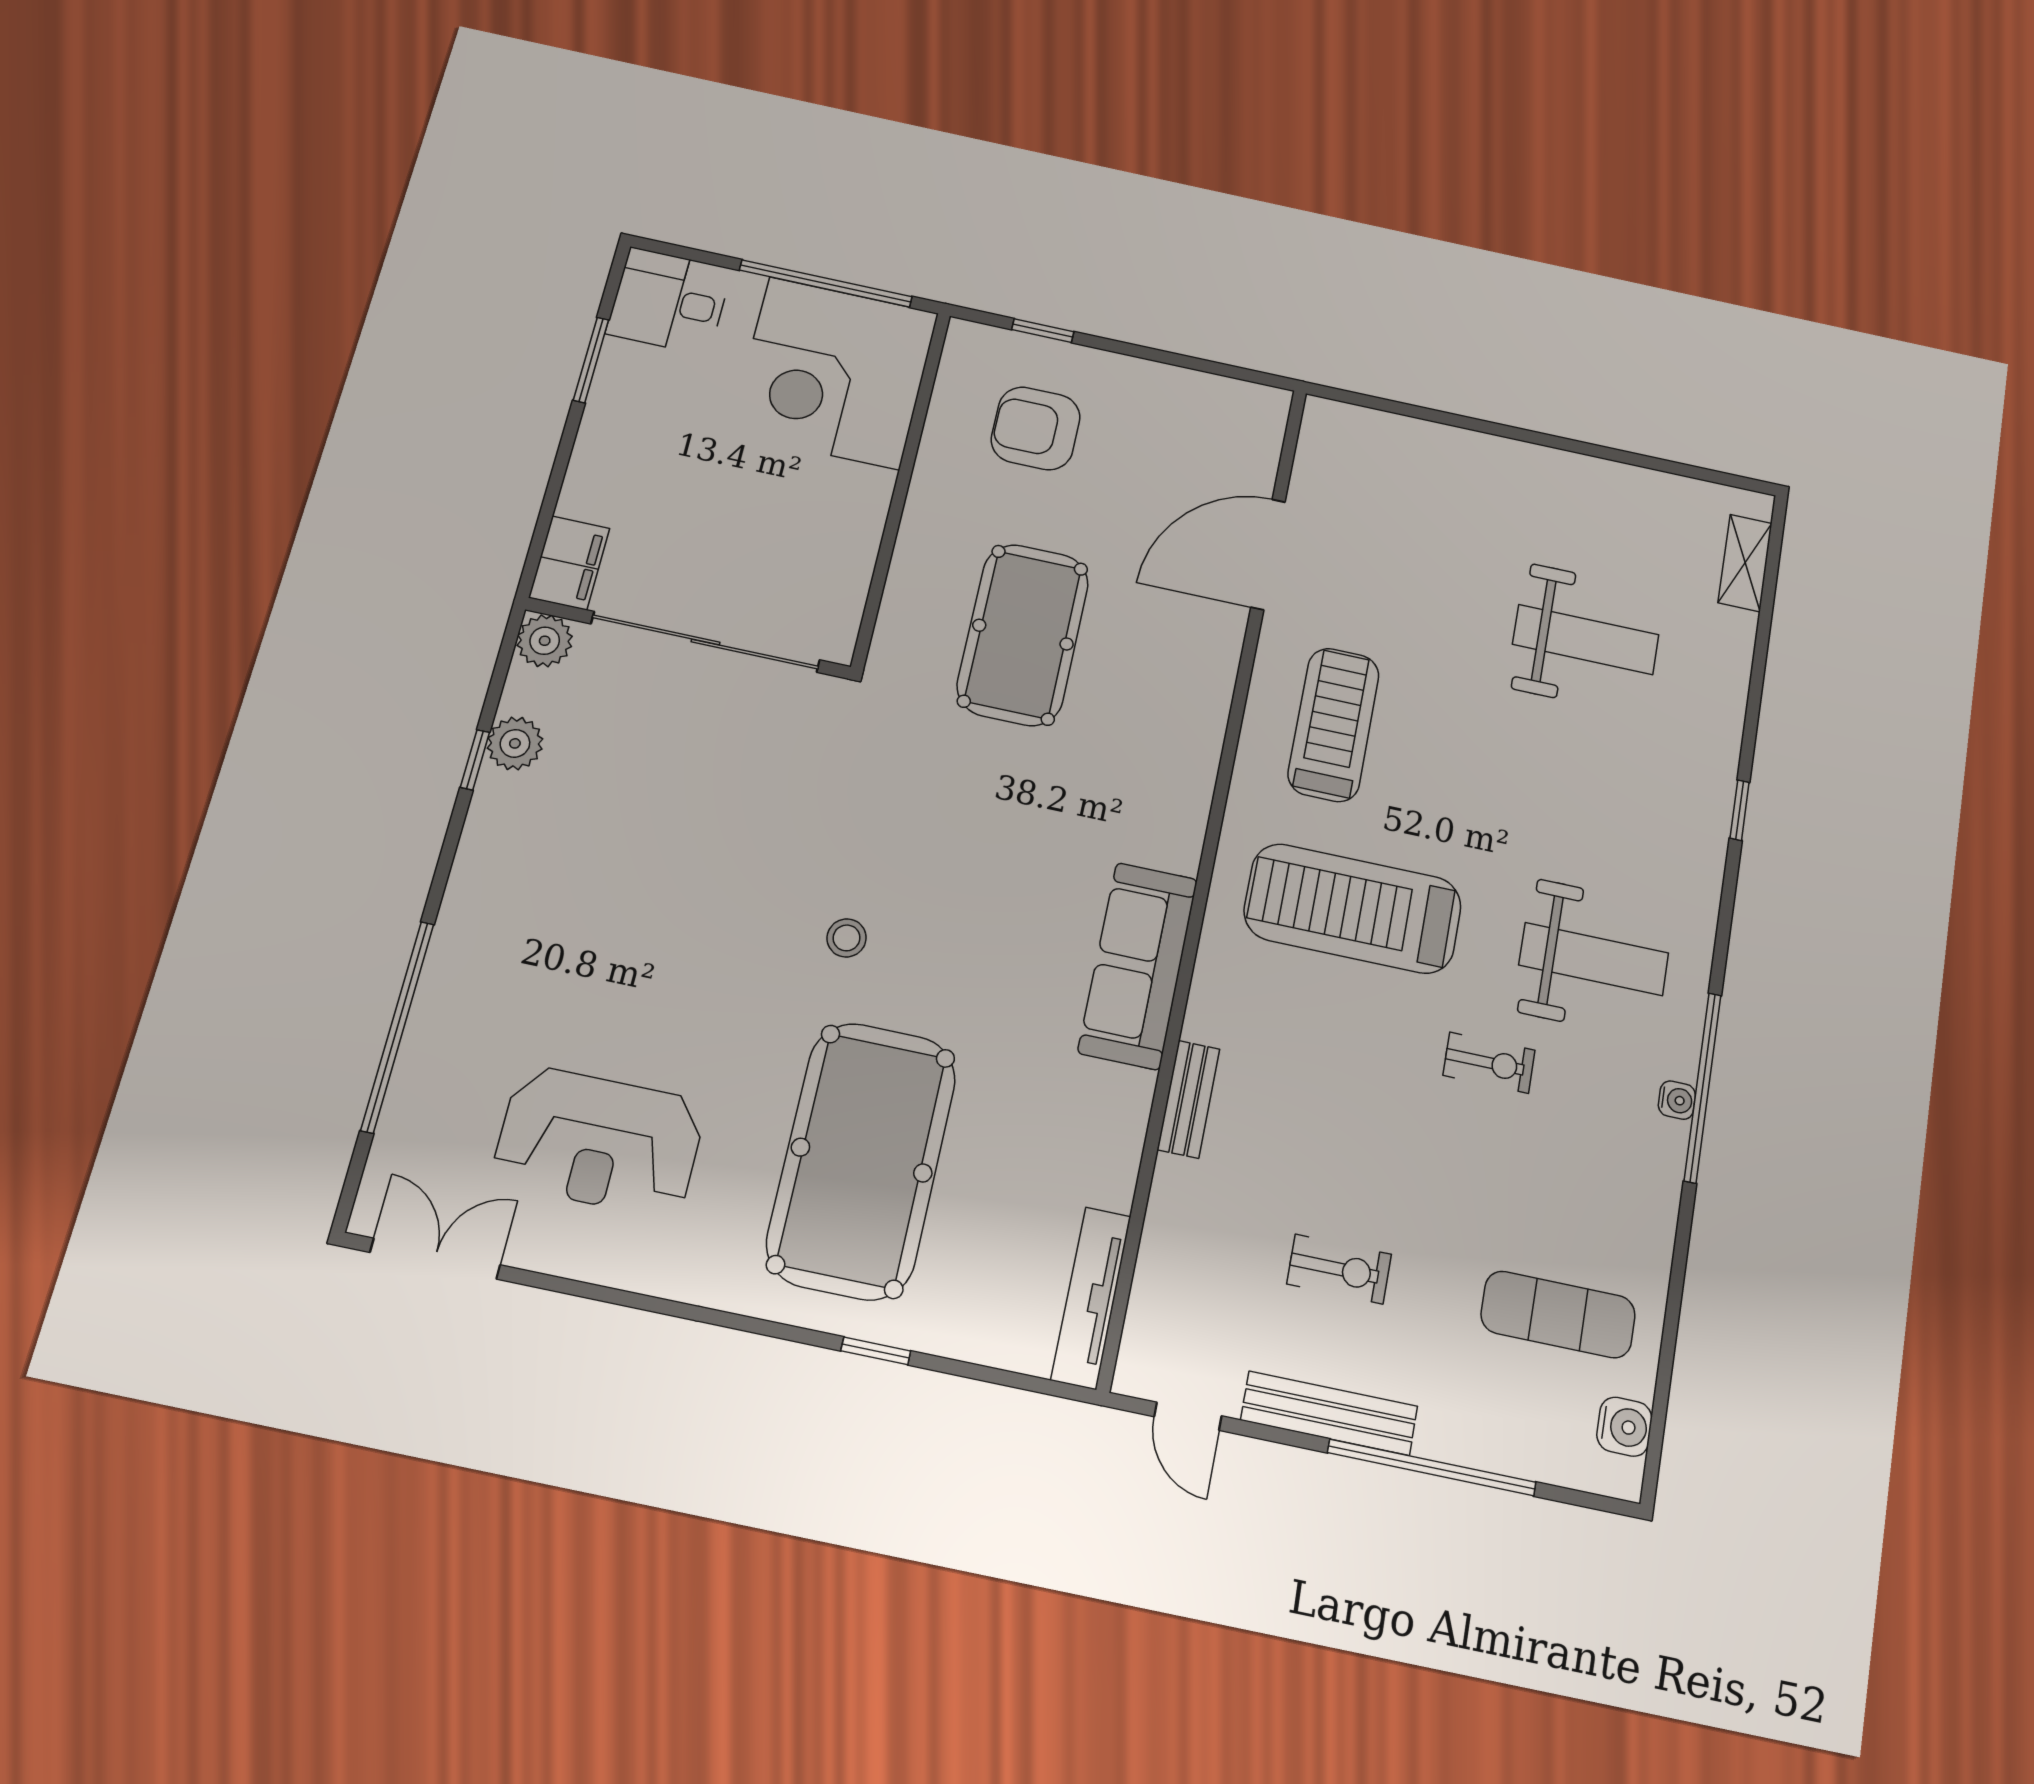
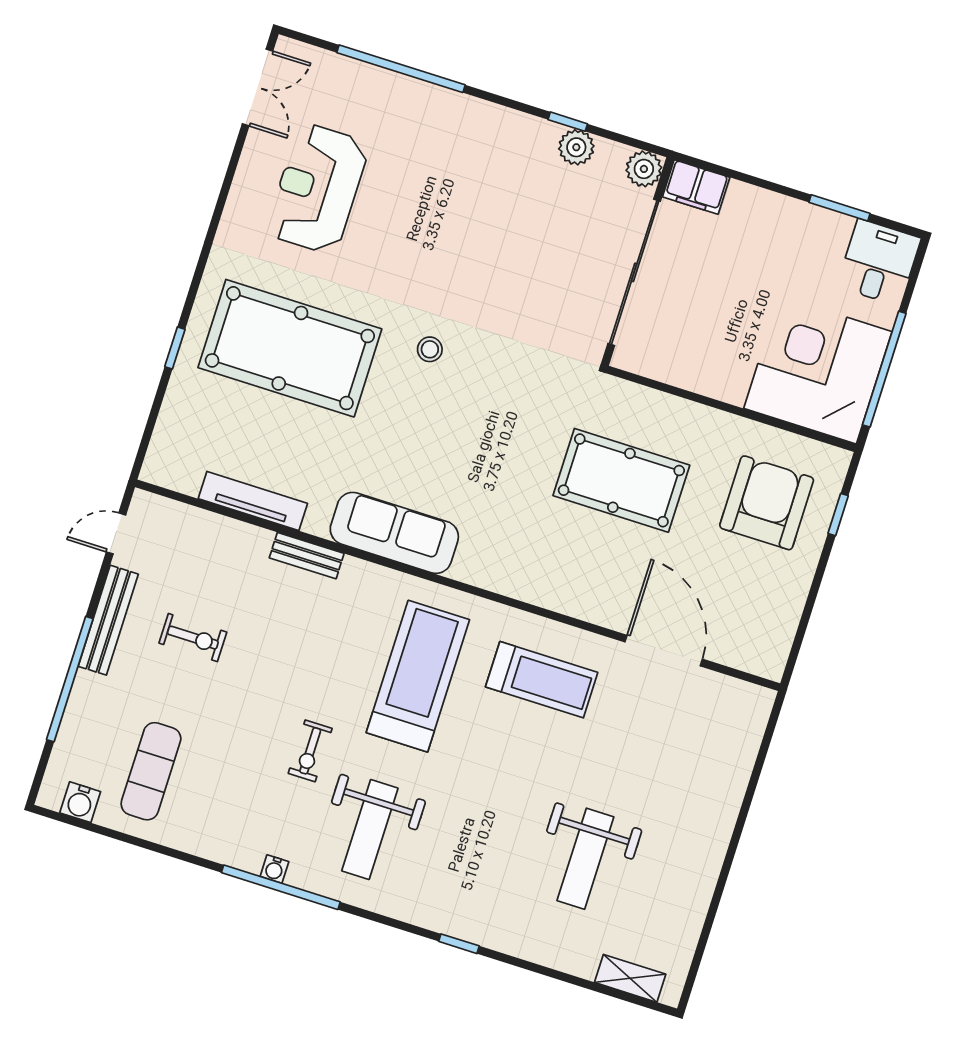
armchair: (1036, 428) -> (767, 503), width x1.36, depth x1.36
exercise bike: (1339, 1269) -> (193, 638), turned -90
tv unit: (1091, 1298) -> (253, 501), moved

